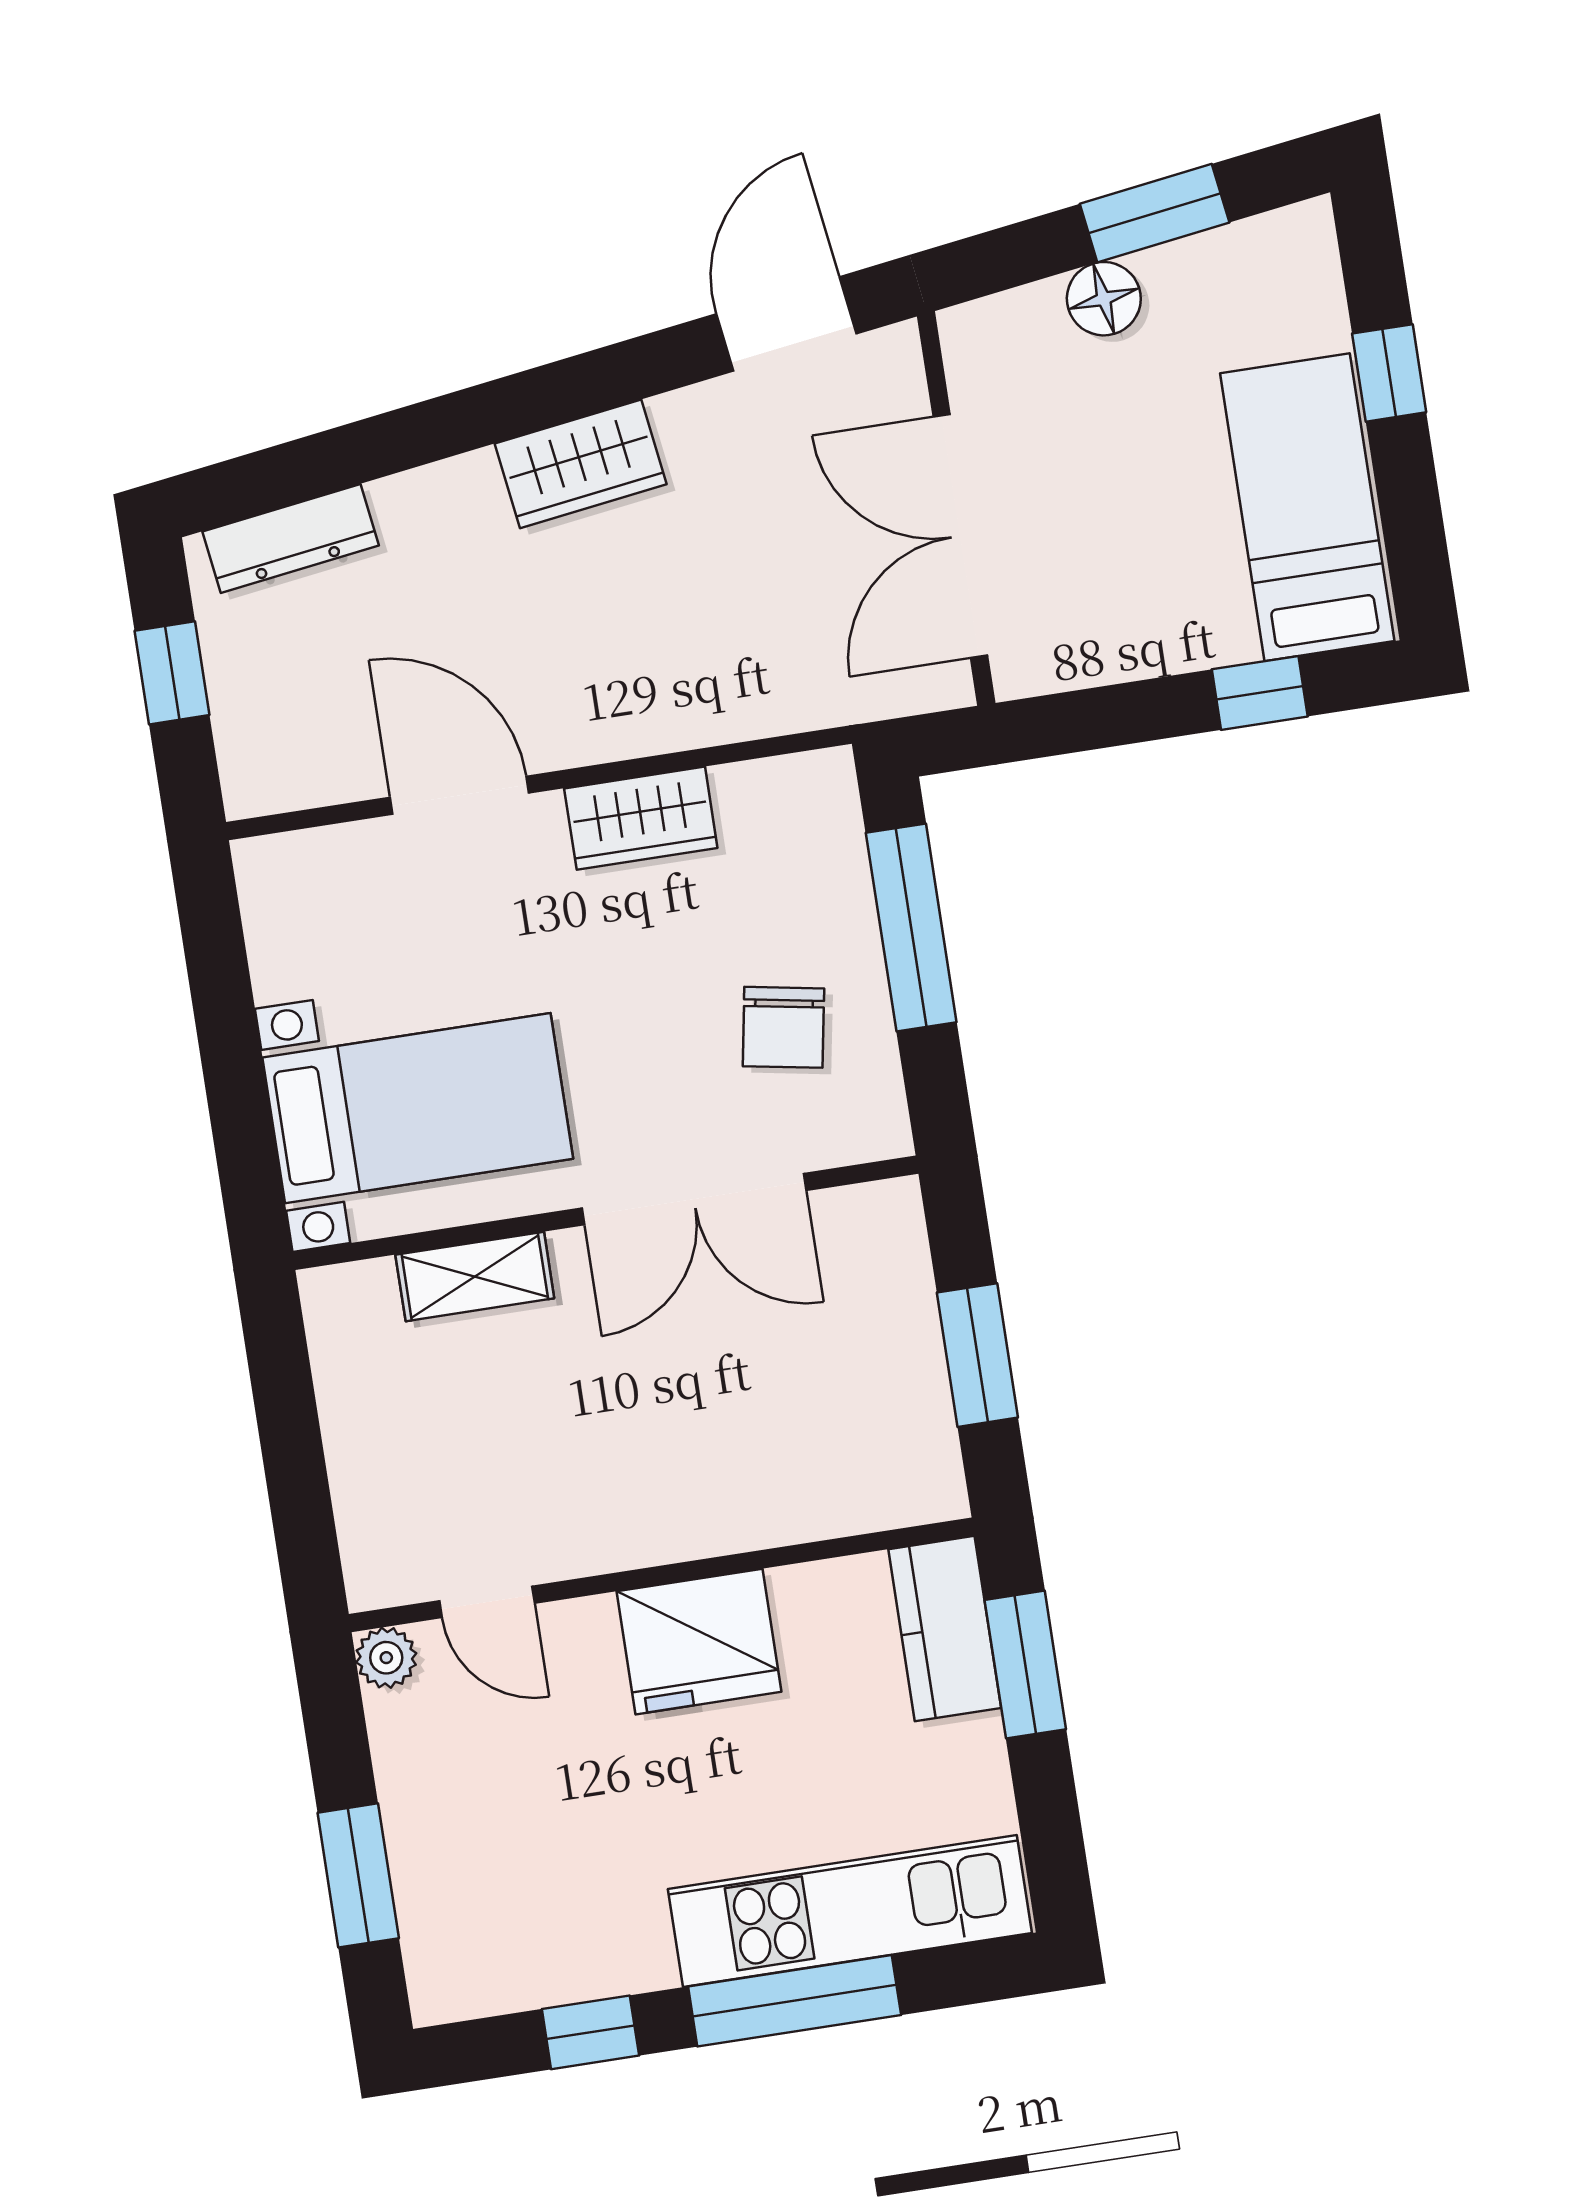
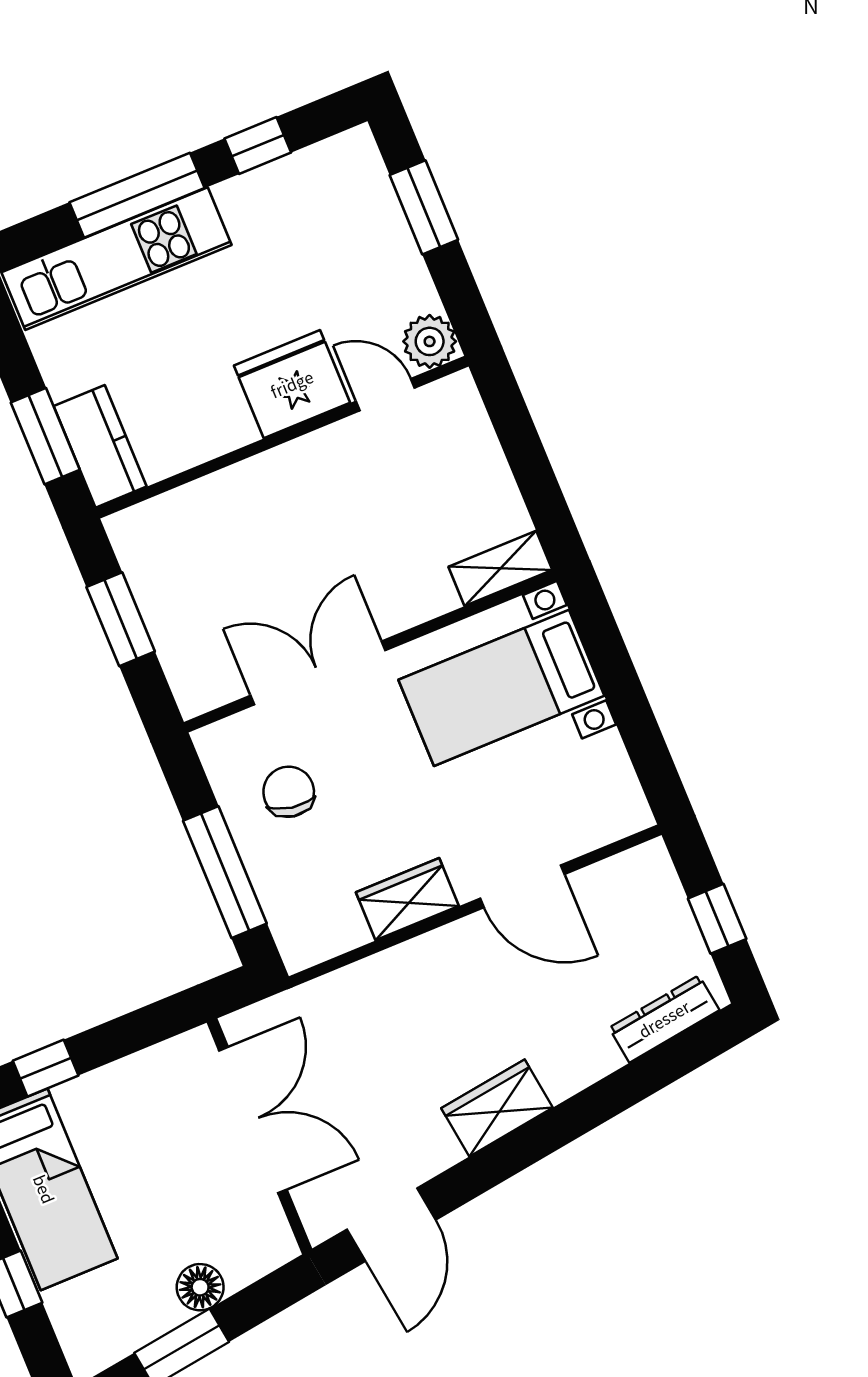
shelving: (475, 1277) -> (500, 568), moved
fridge: (699, 1642) -> (292, 384), moved
plant: (386, 1658) -> (430, 341), width x1.38, depth x1.38

